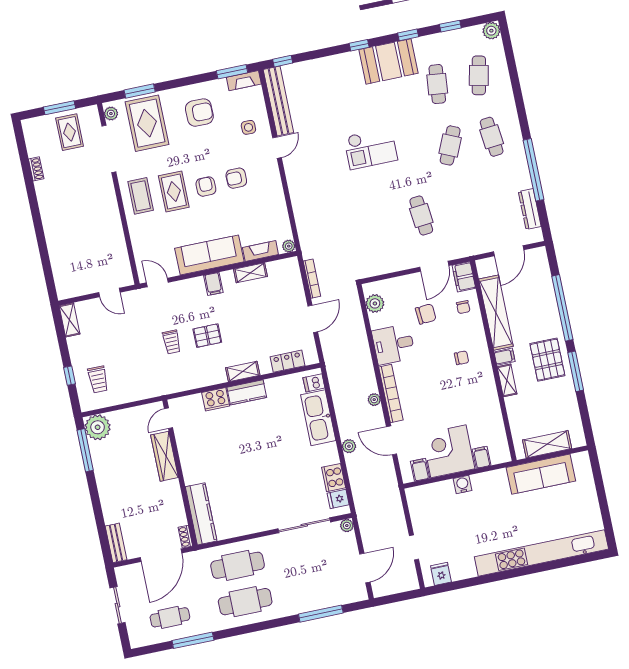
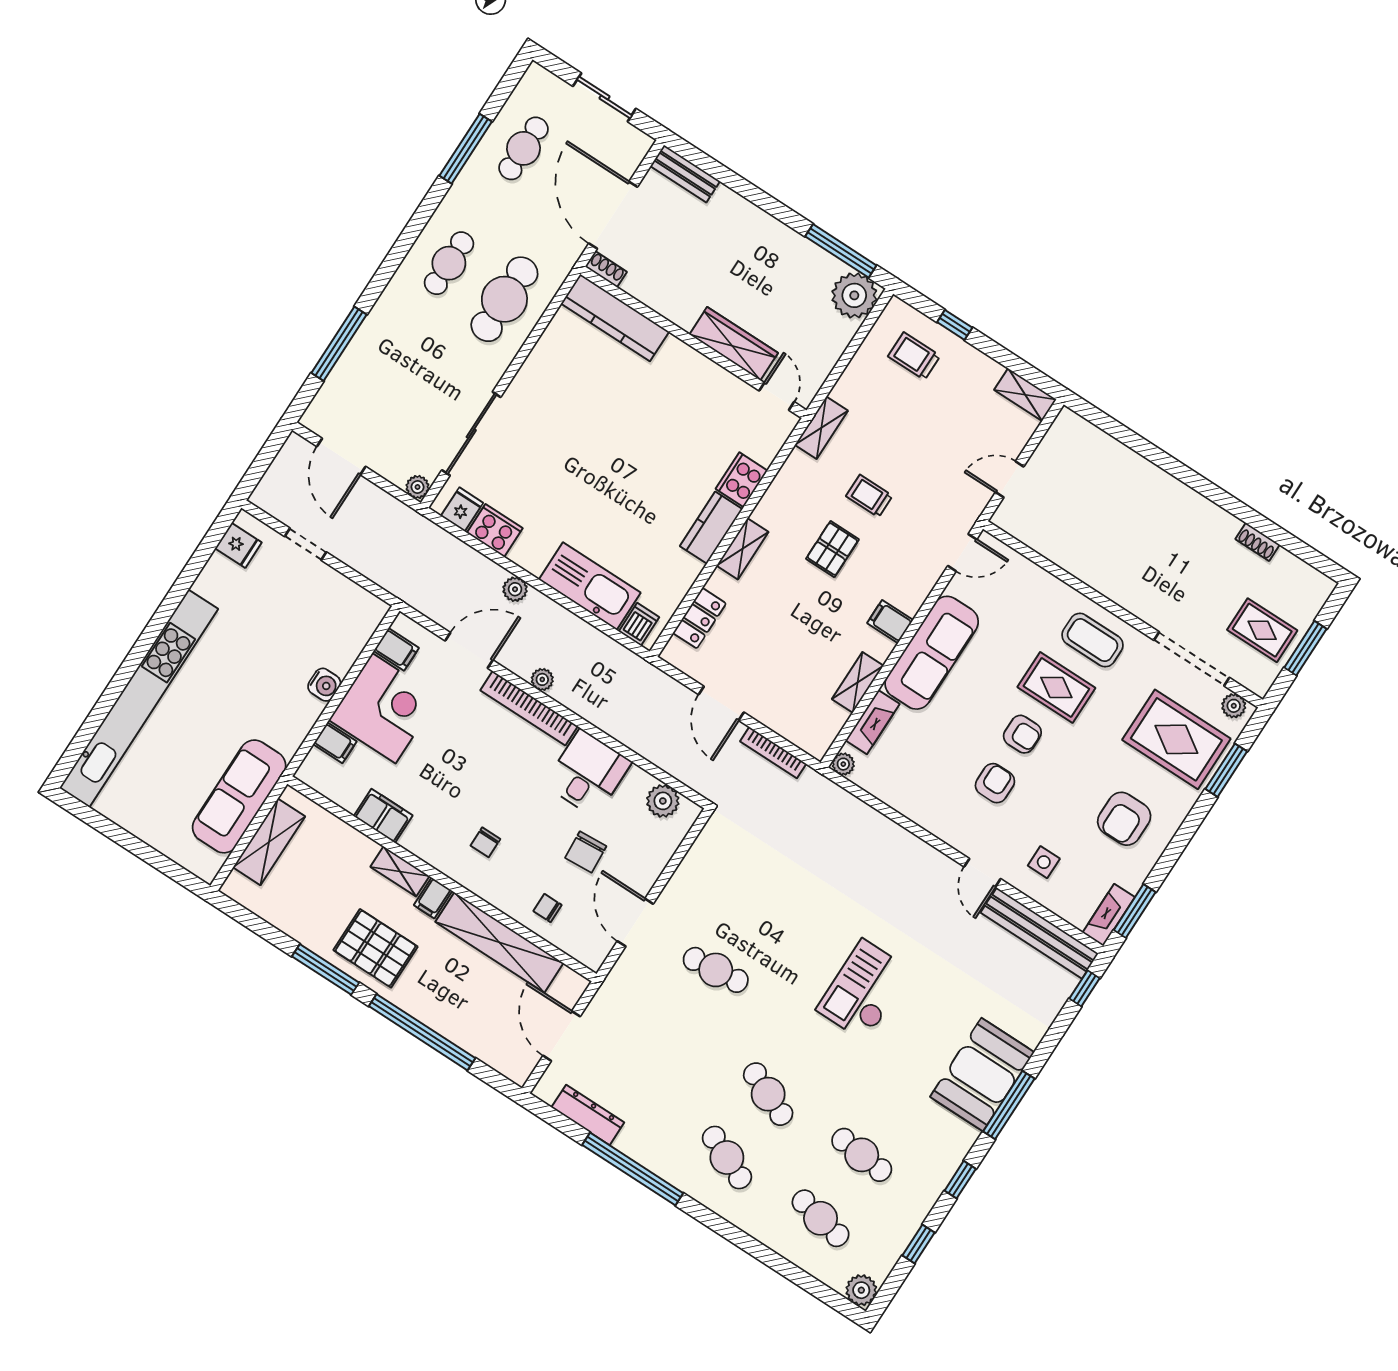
window: (359, 45) -> (1009, 1105), width x2.17
booth: (389, 61) -> (982, 1074), moved
cafe table: (492, 137) -> (727, 1158), turned 30
filing cabinet: (464, 277) -> (383, 816), moved
shelving: (163, 388) -> (821, 428), added
cafe table: (245, 602) -> (449, 263), width x0.73, depth x0.74

